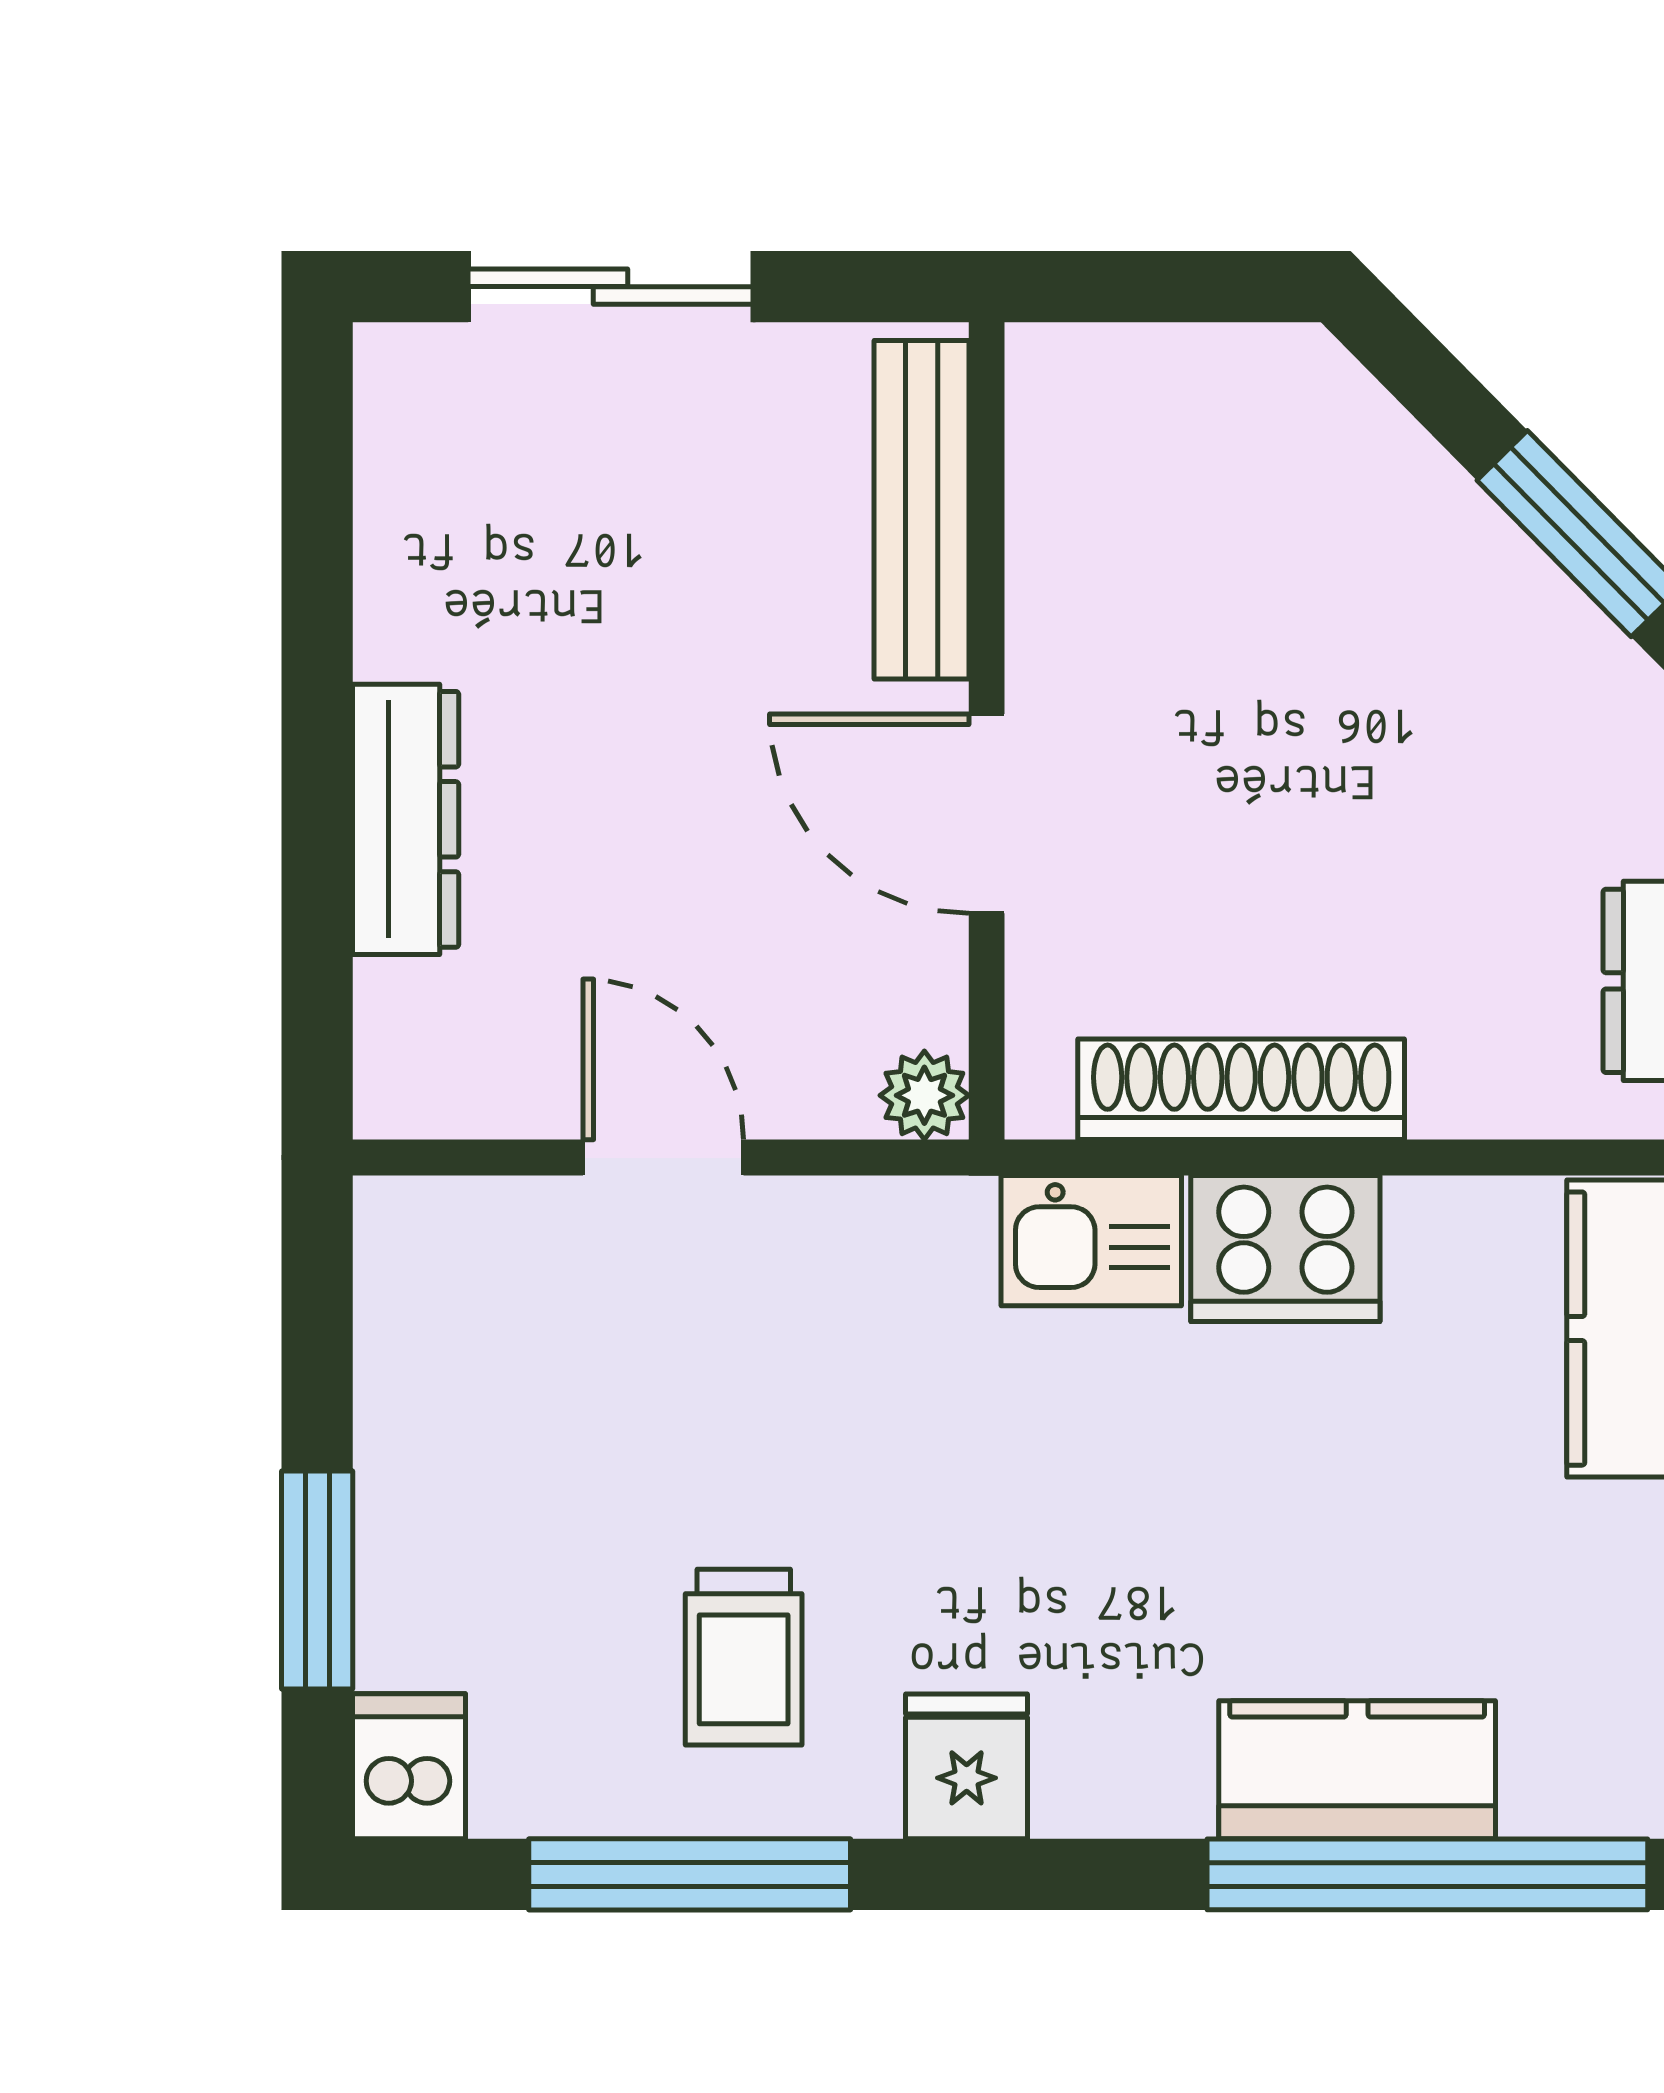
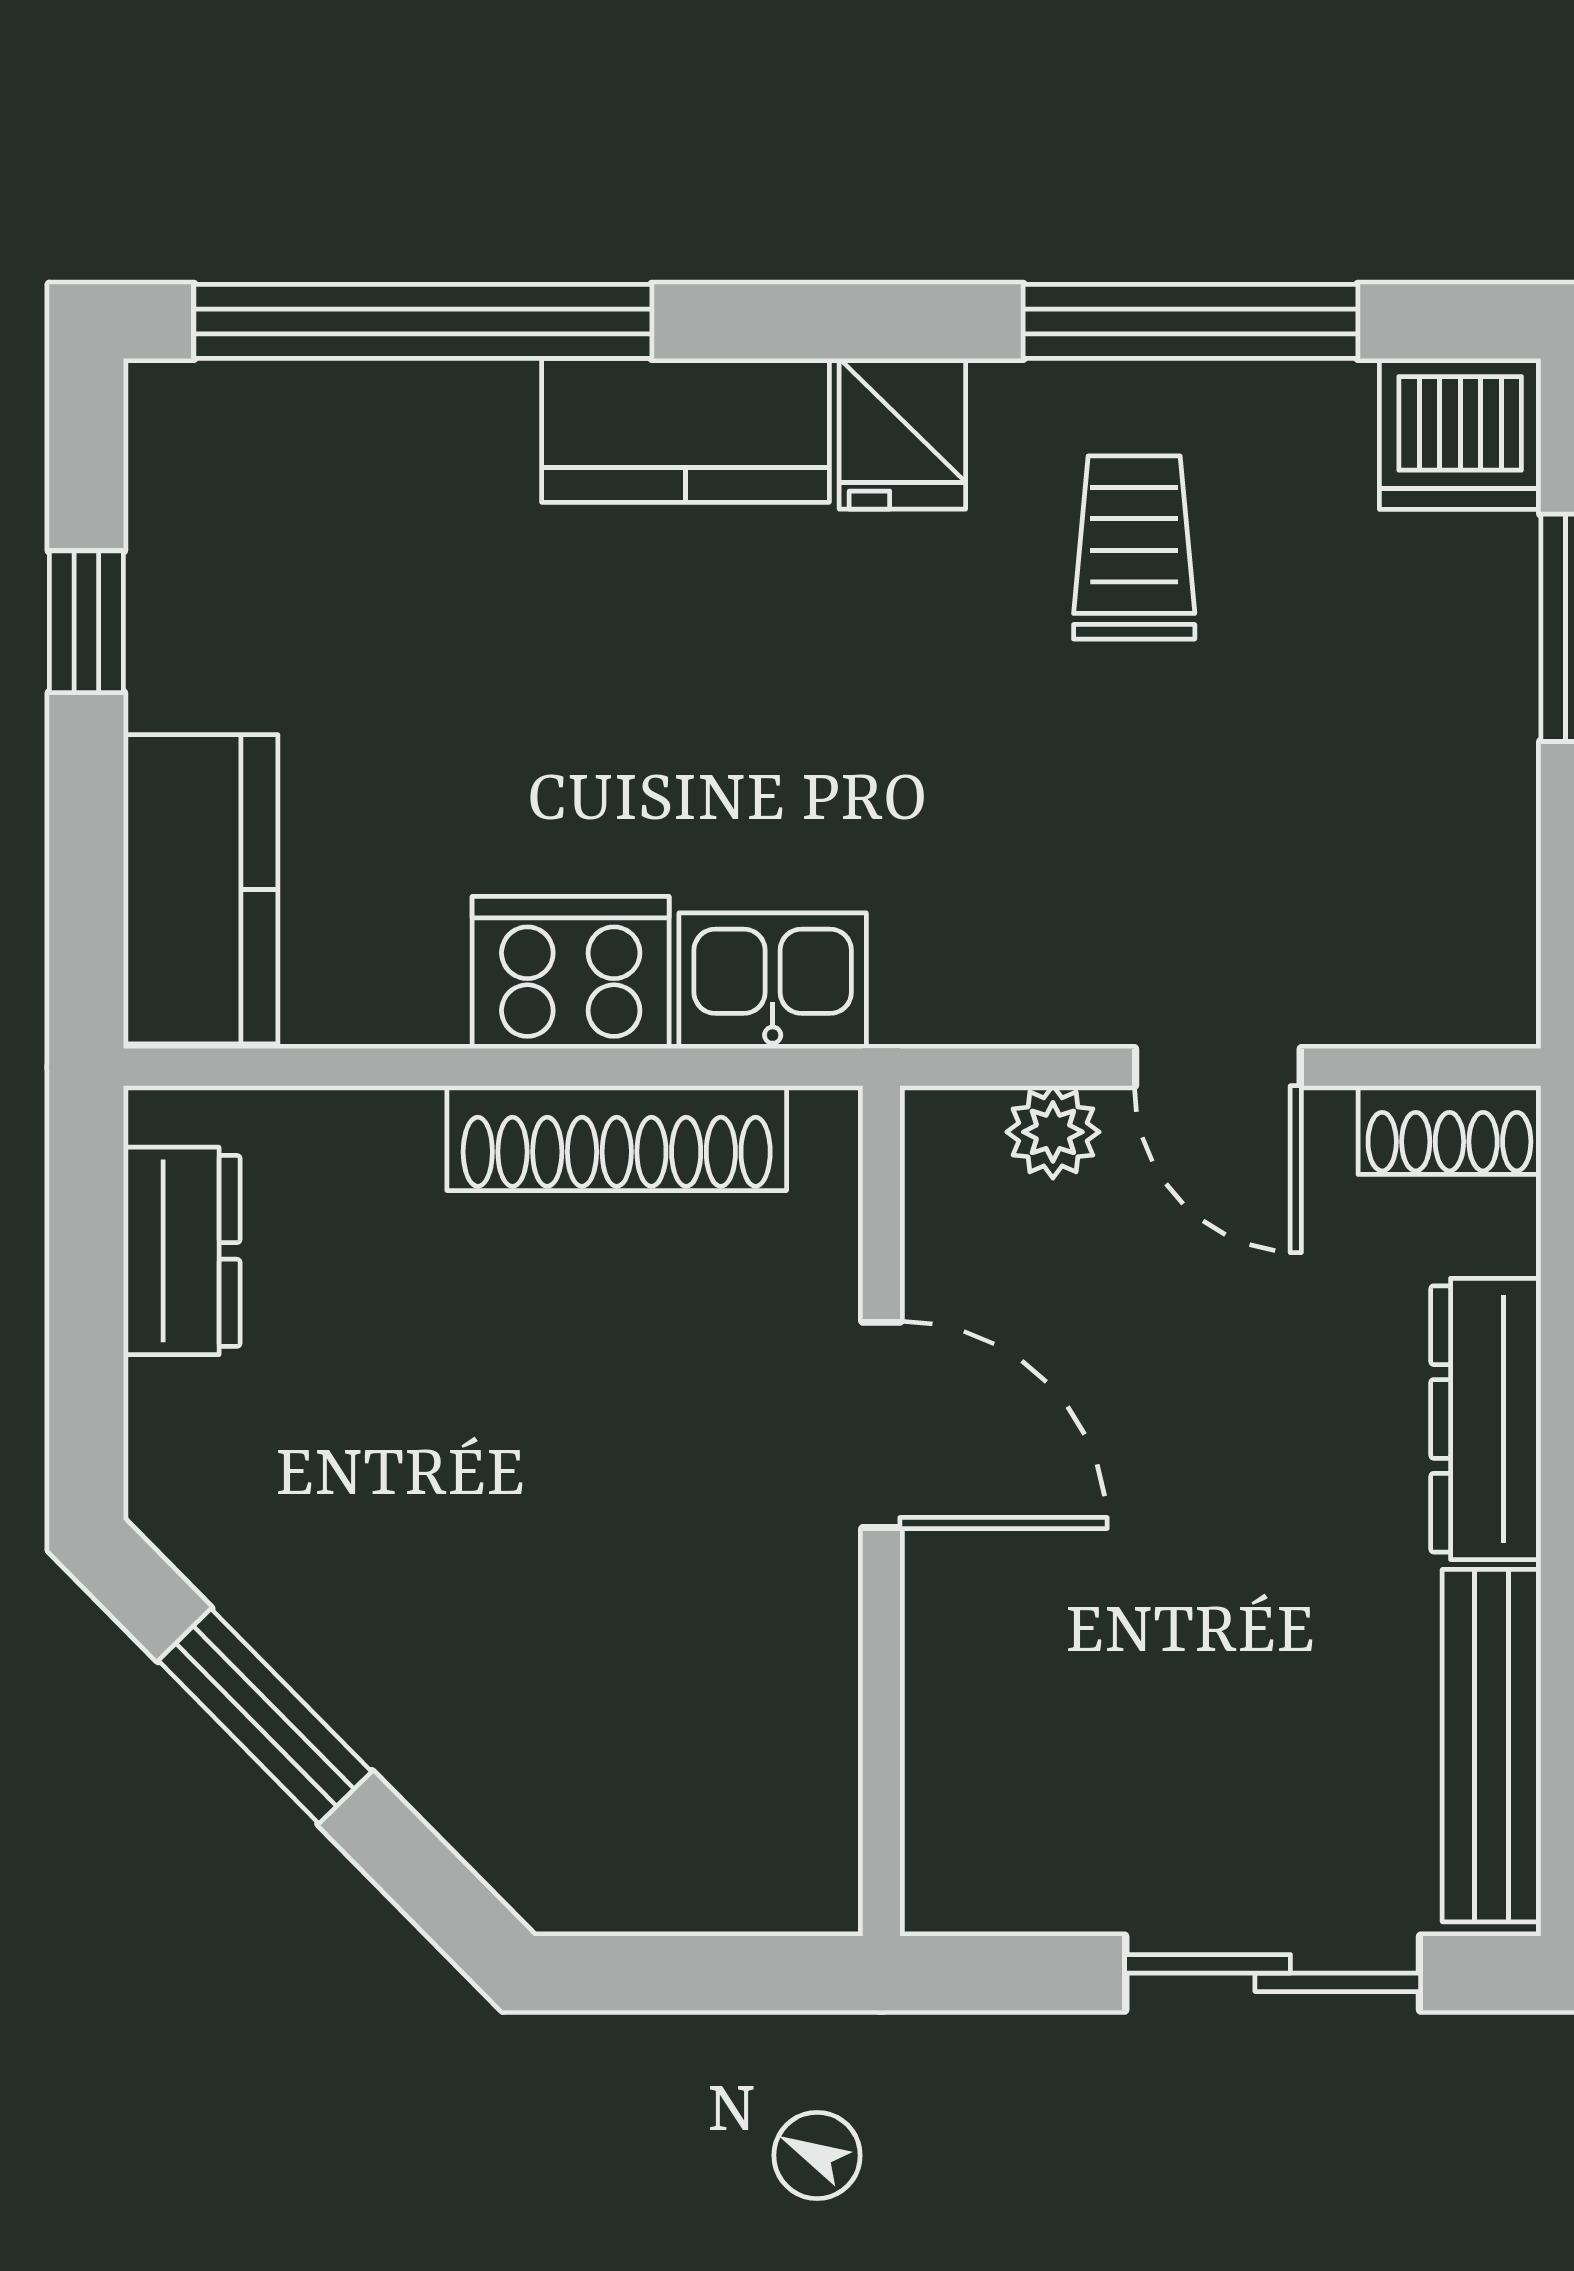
bench: (921, 510) -> (1491, 1746), moved
plant: (924, 1095) -> (1053, 1132), moved
shoe rack: (441, 1097) -> (1449, 1130), added
dishwasher: (409, 1766) -> (1460, 434), width x1.38
kitchen counter: (1357, 1770) -> (685, 430), moved

